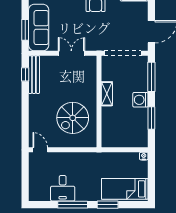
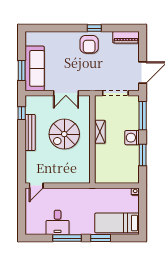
double door: (71, 53) -> (66, 93), swing flipped
doorway: (123, 53) -> (115, 93), width x0.73
bench: (34, 75) -> (30, 132), moved
spiral stairs: (73, 118) -> (64, 134), moved
door: (40, 150) -> (36, 186), swing flipped

